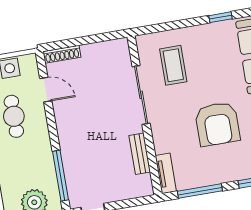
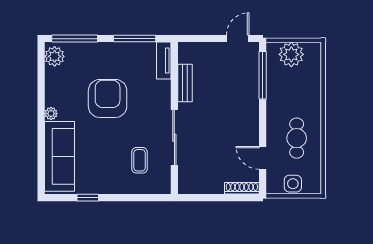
coffee table: (173, 65) -> (140, 160), width x0.73, depth x0.77

